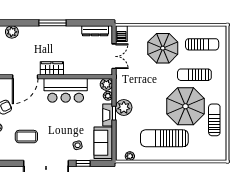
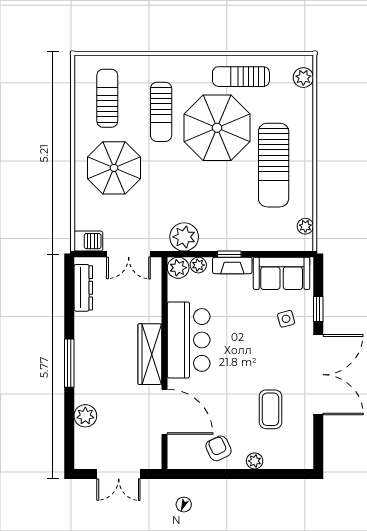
plant: (12, 32) -> (85, 416), moved
double door: (114, 56) -> (129, 254), swing flipped
wardrobe: (52, 68) -> (150, 354), width x1.50
plant: (124, 107) -> (184, 237), moved
plant: (214, 155) -> (303, 78), added

